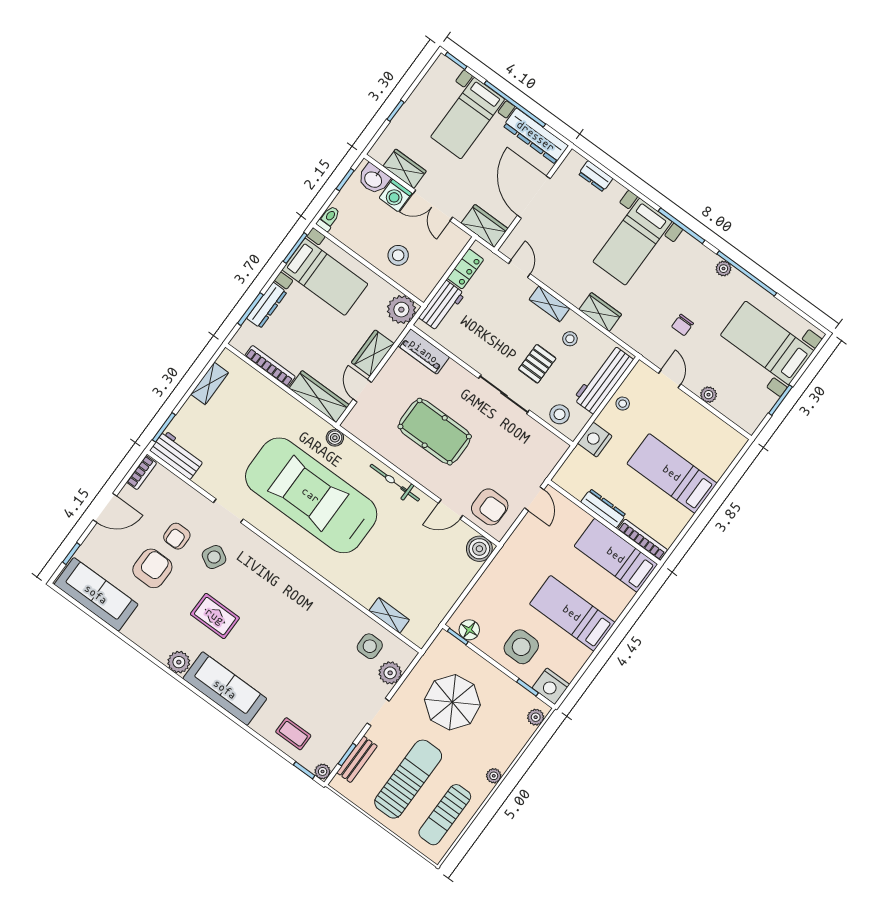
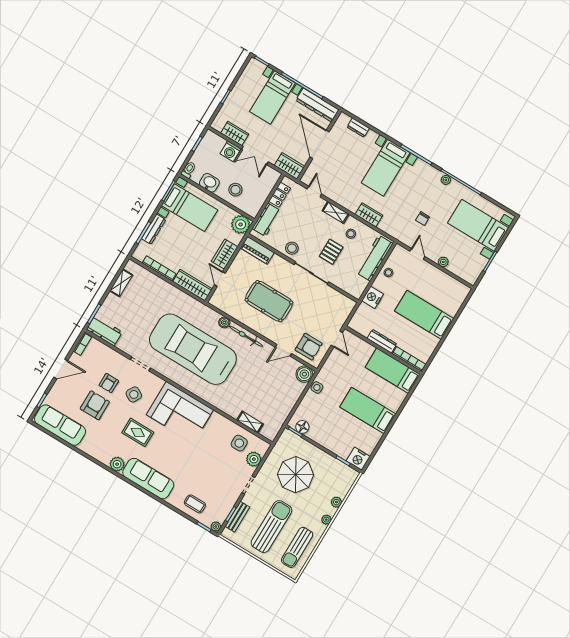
washbasin: (374, 179) -> (209, 183), moved, turned 180
stool: (560, 414) -> (292, 248), moved
boiler: (335, 438) -> (224, 322), moved
corner sofa: (283, 591) -> (180, 412), added
side table: (521, 647) -> (317, 387), moved, width x0.54, depth x0.54
plant: (536, 717) -> (336, 502), moved

